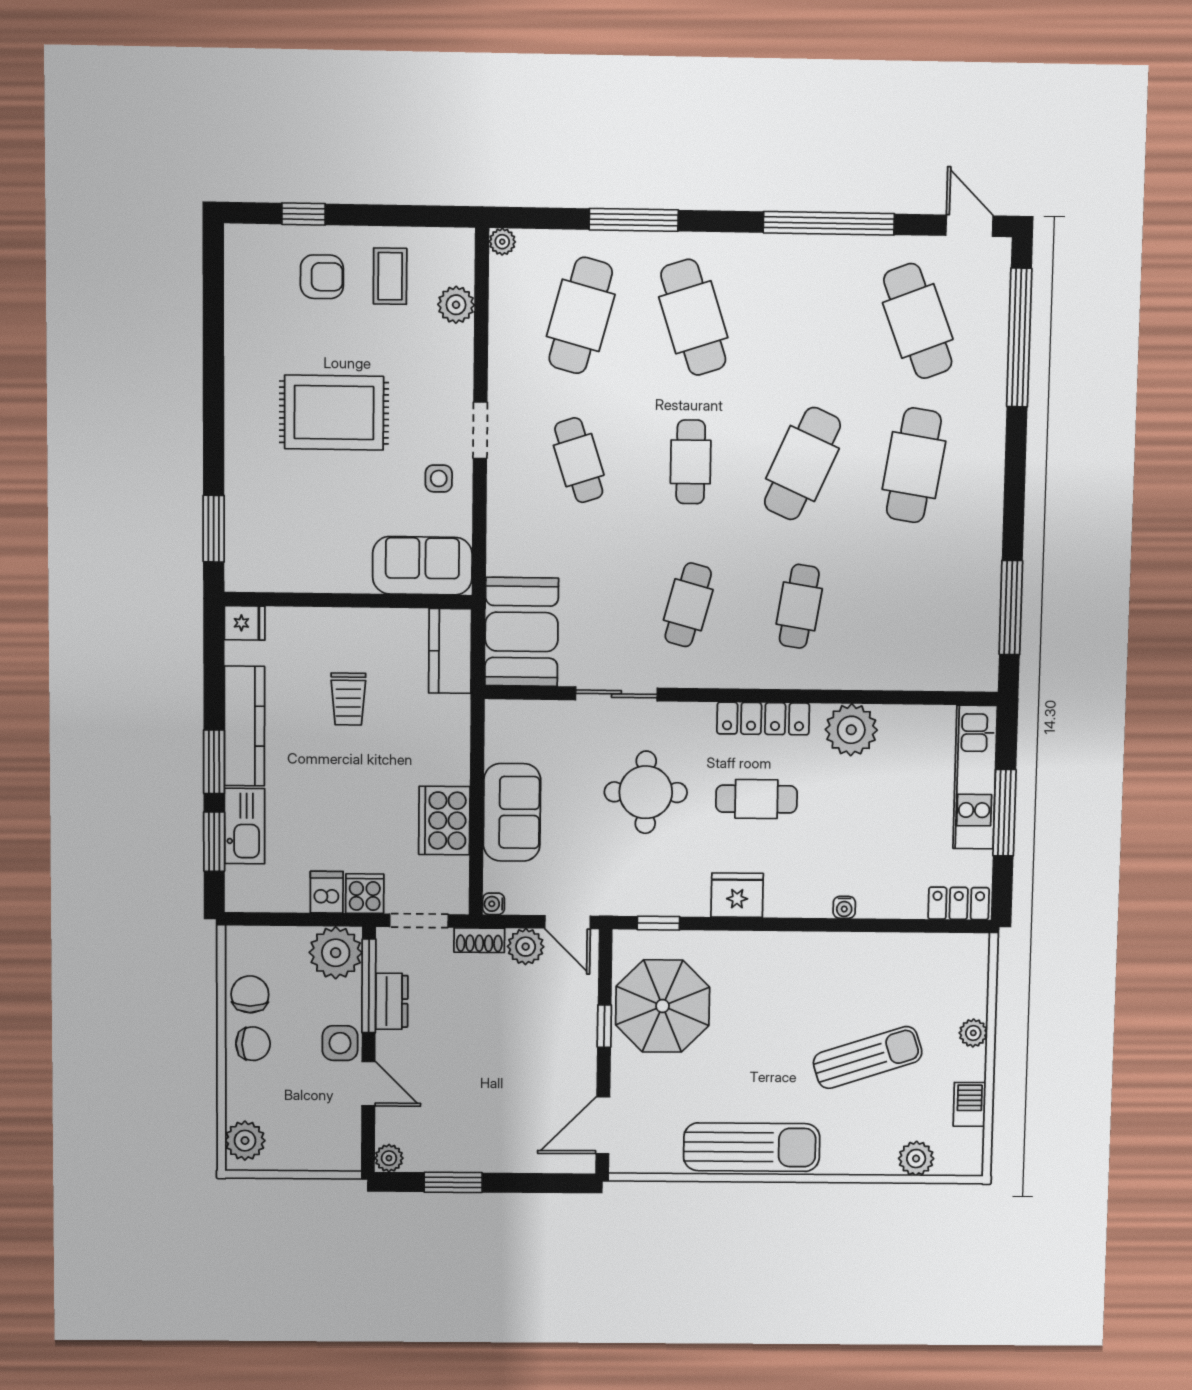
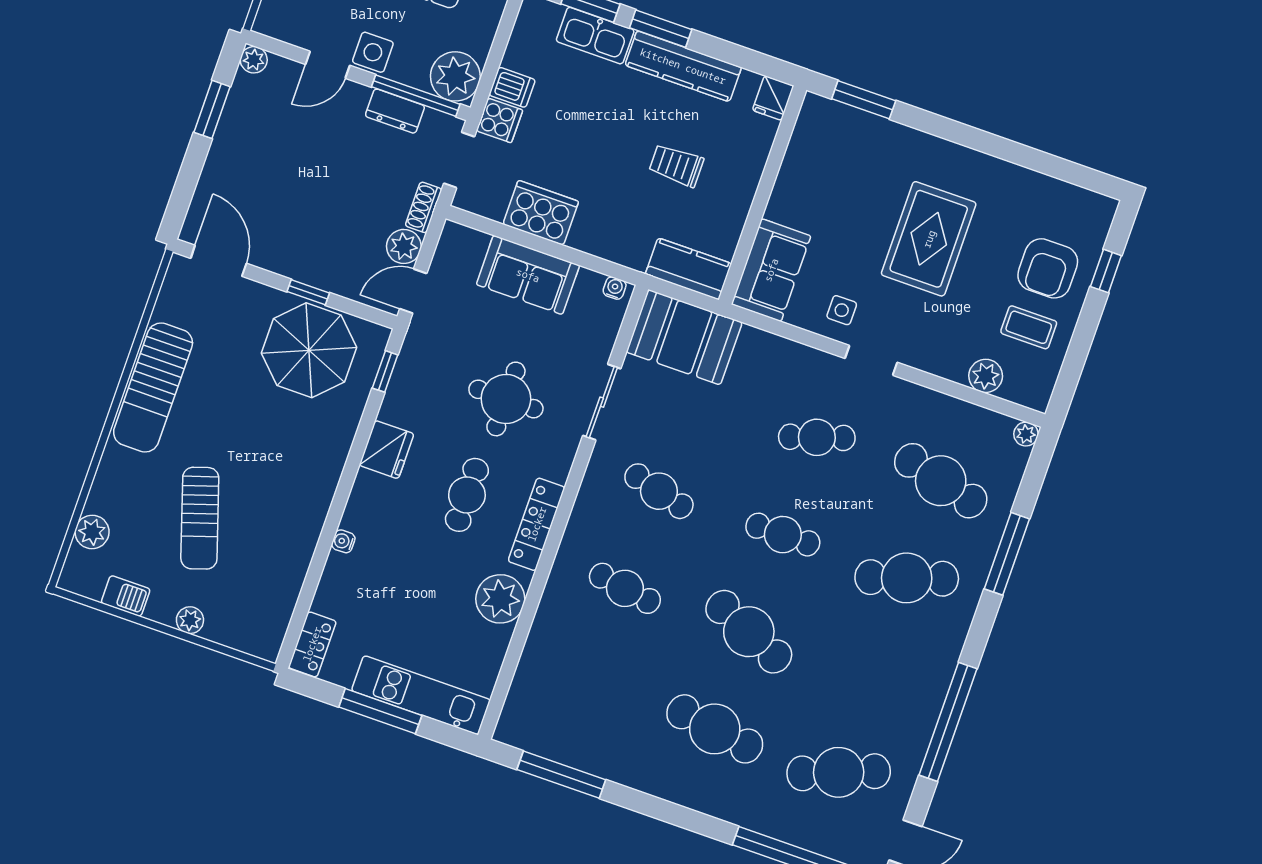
armchair: (322, 277) -> (1048, 268), width x1.38, depth x1.38
water cooler: (494, 904) -> (615, 288), moved

